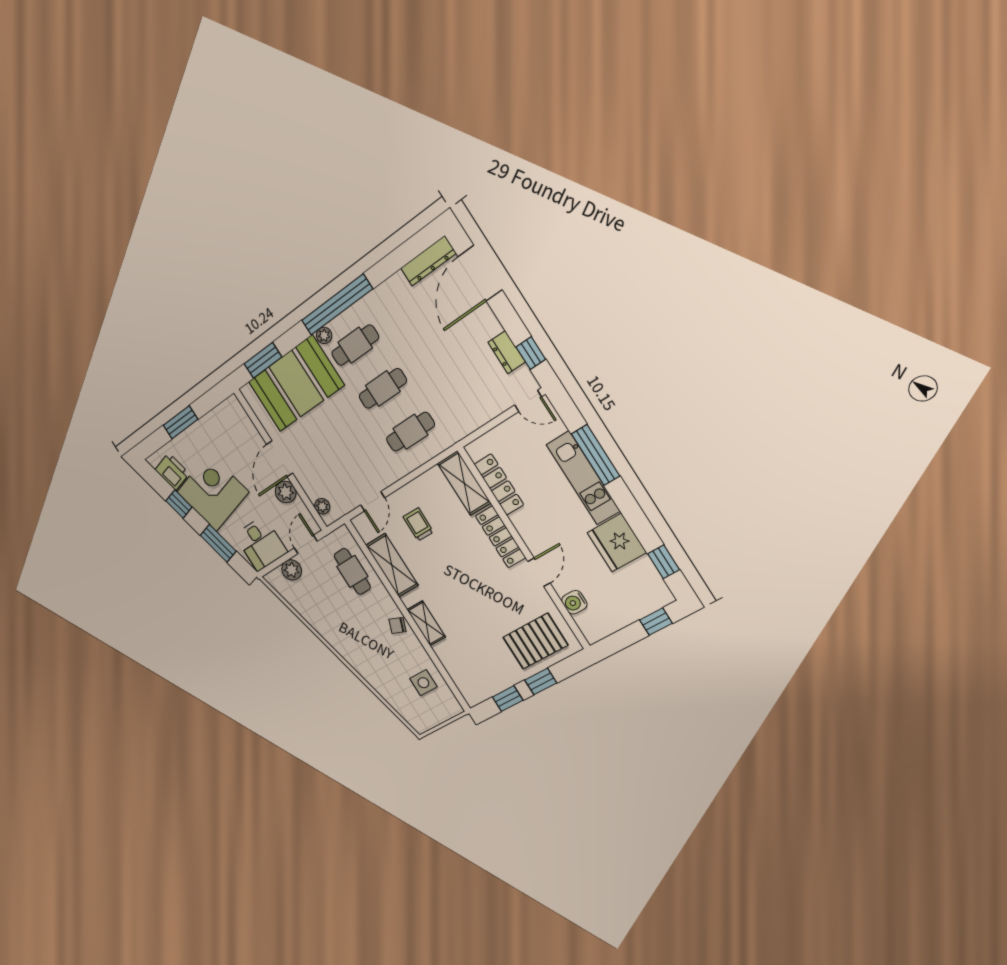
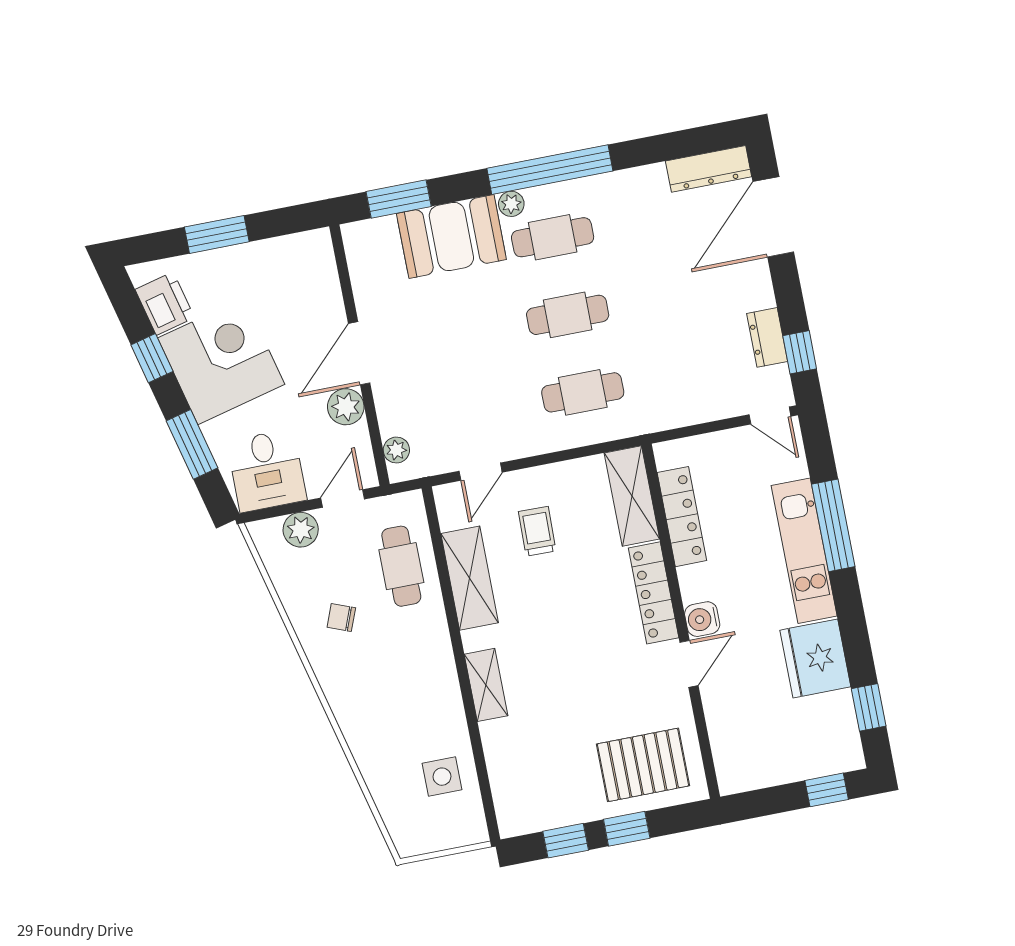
booth: (296, 383) -> (451, 237), width x0.73, depth x0.70
water cooler: (574, 602) -> (702, 619), moved
chair: (398, 625) -> (341, 618), moved

